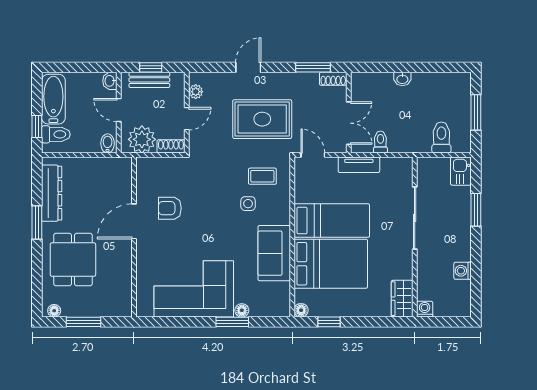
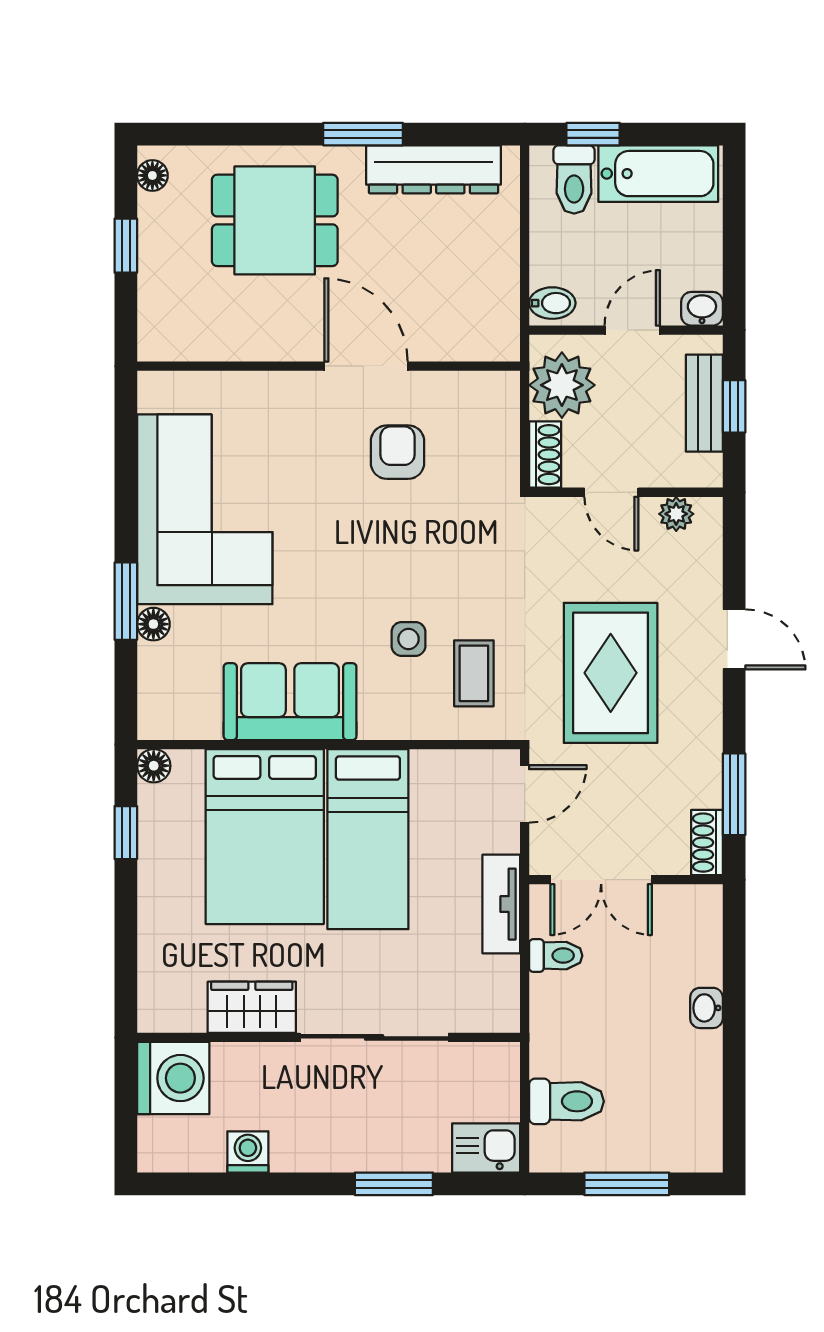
wardrobe: (402, 299) -> (252, 1007), moved
washing machine: (425, 309) -> (173, 1078), width x1.89, depth x1.89
window: (84, 322) -> (126, 246), width x0.67

